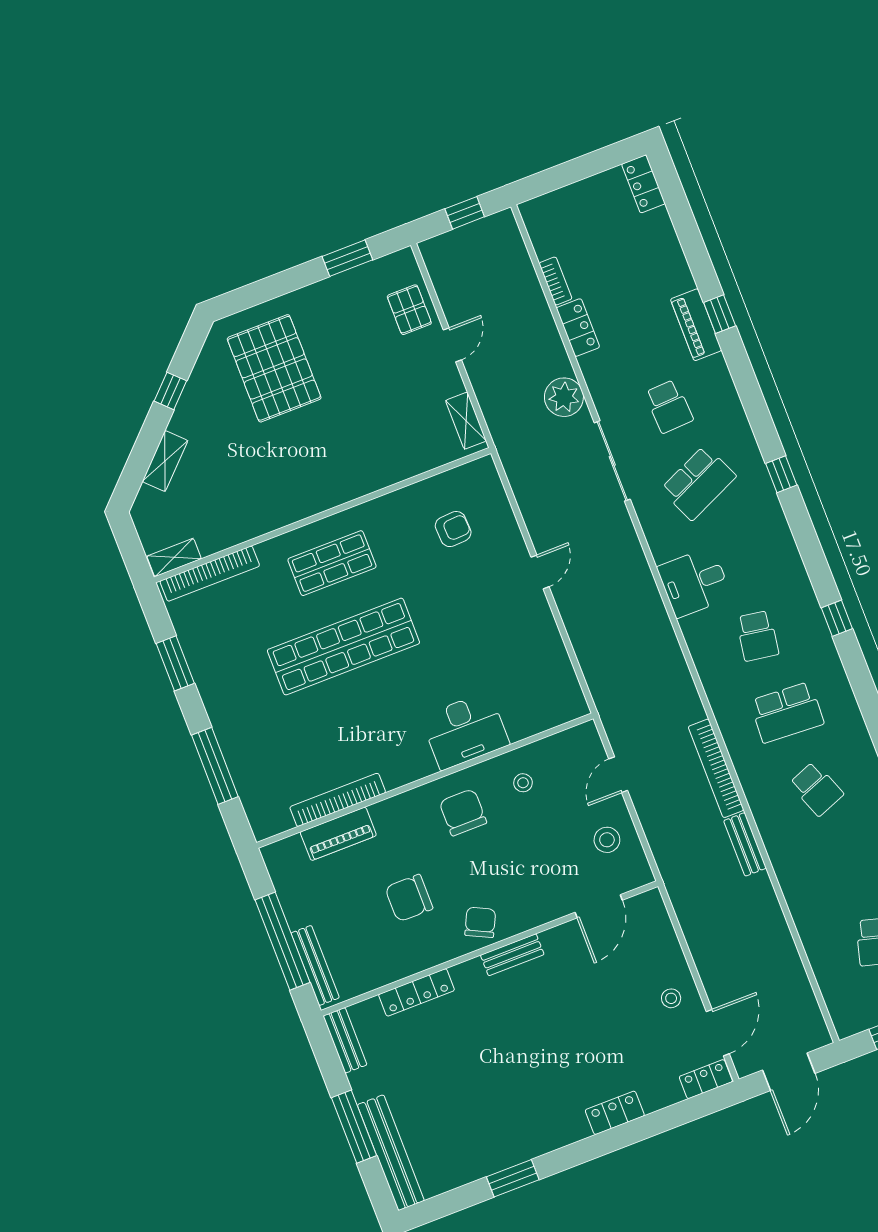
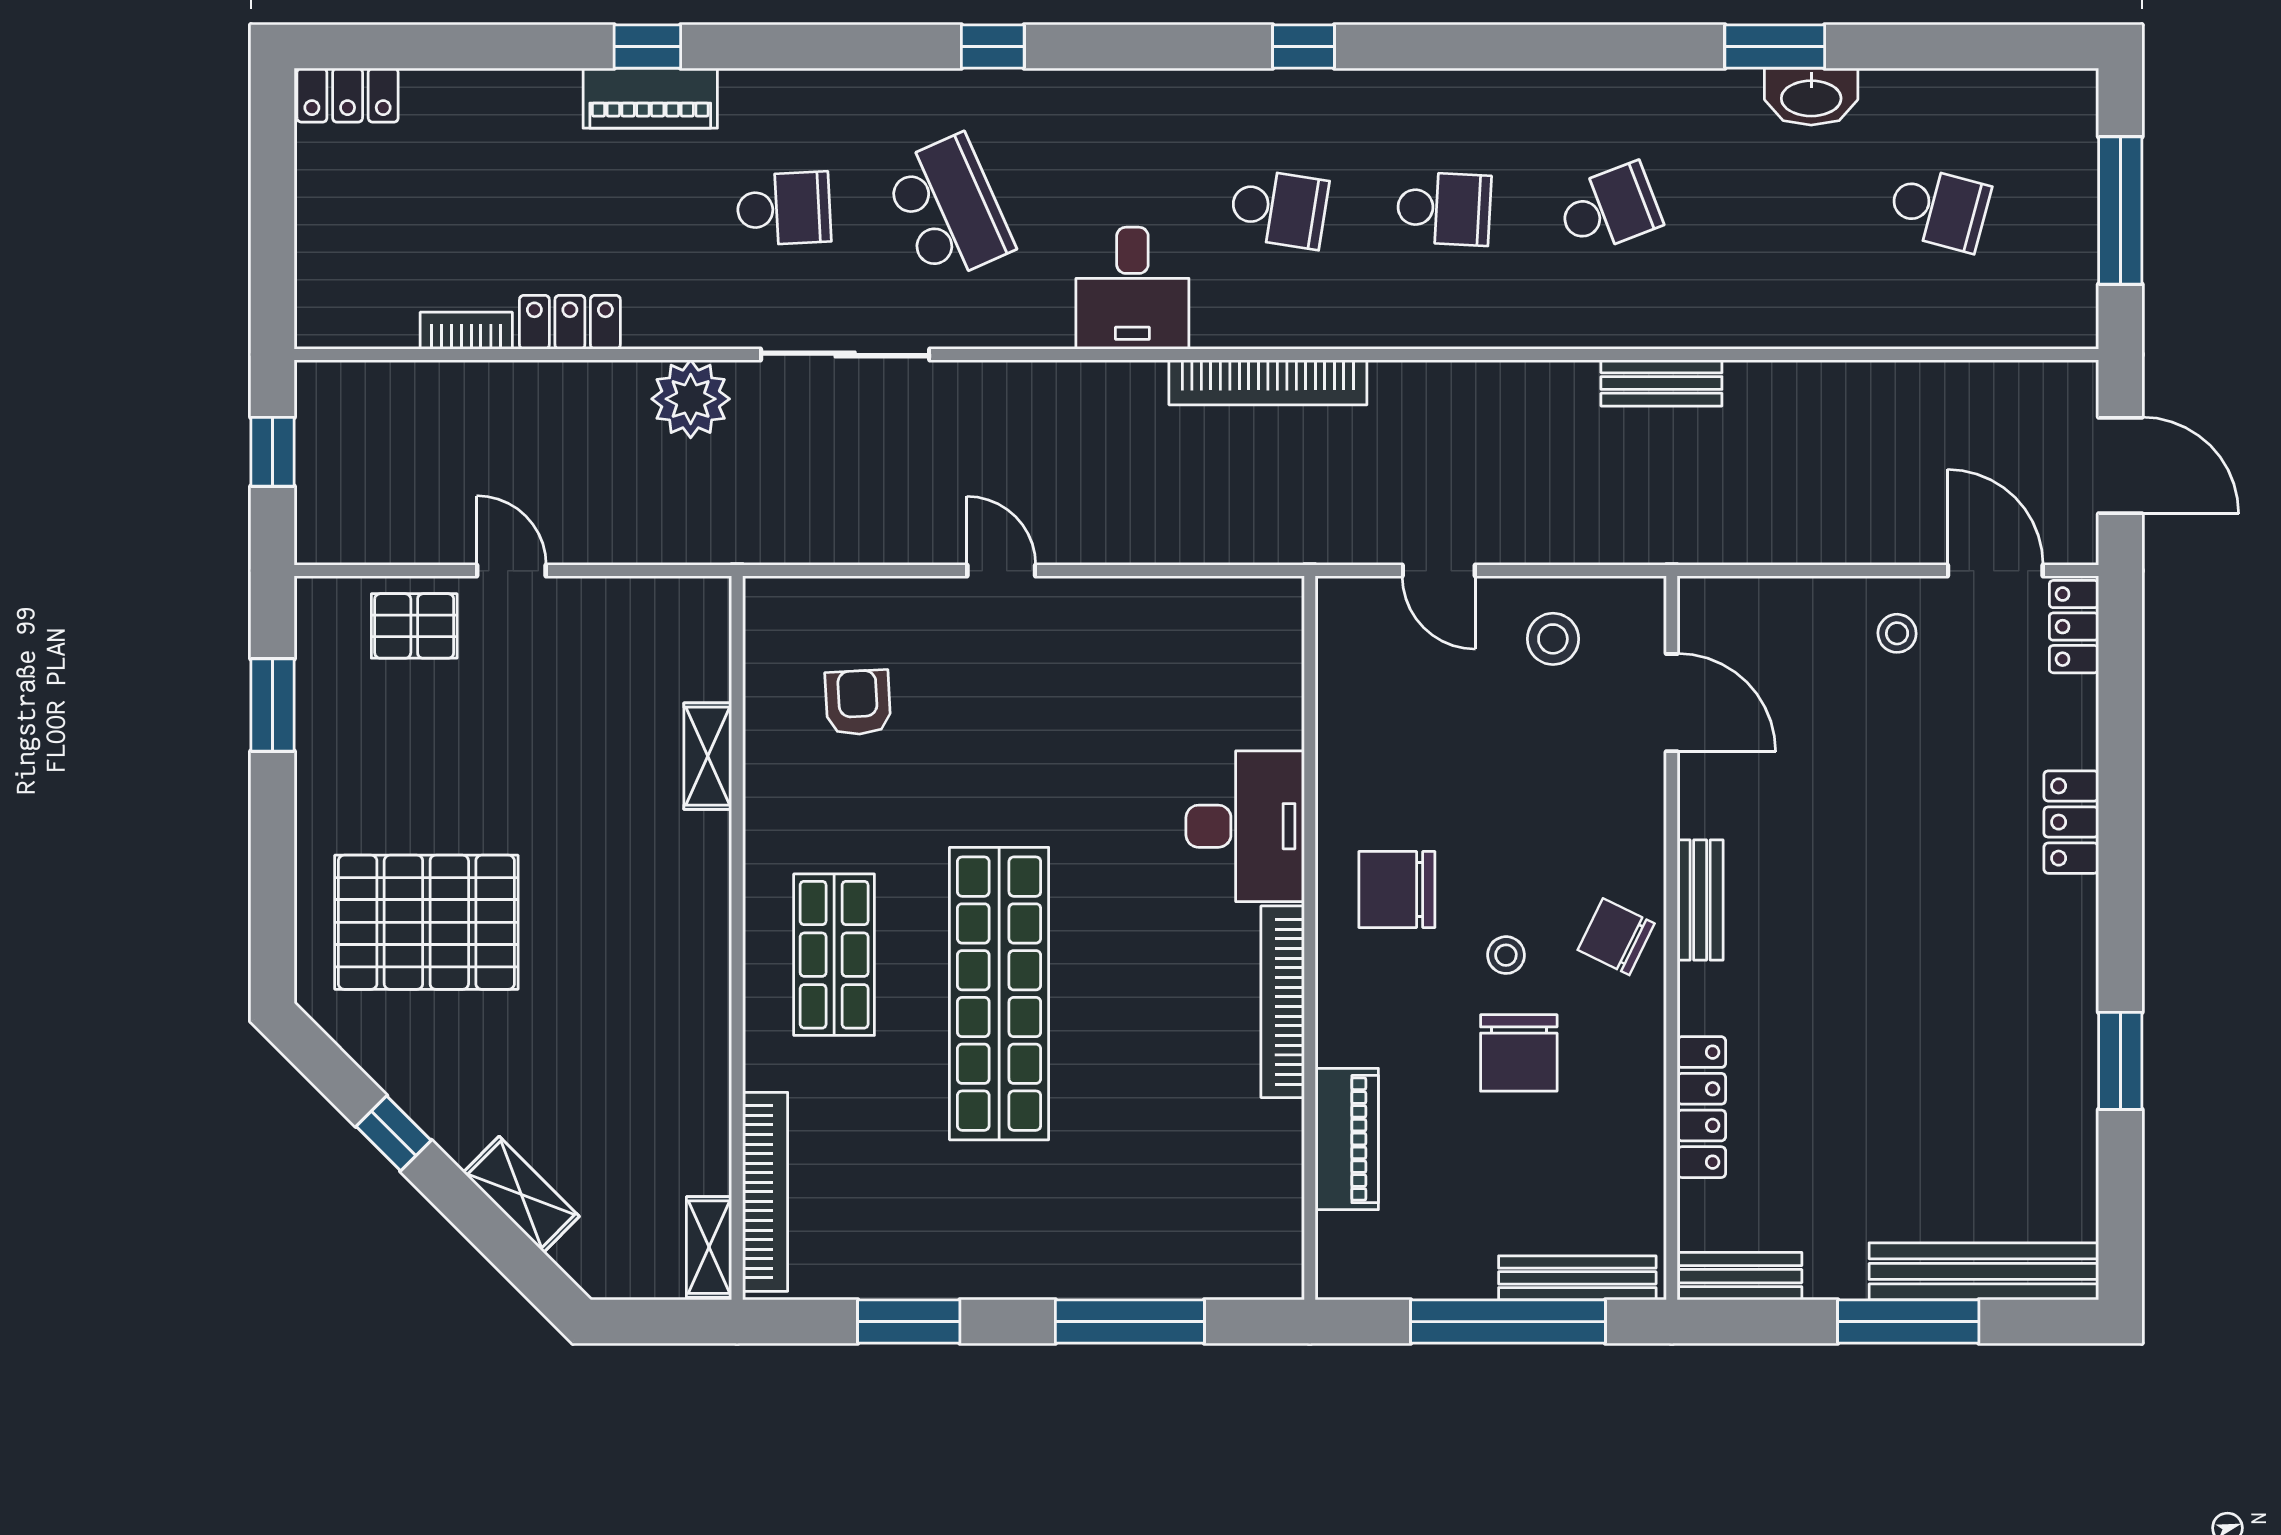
shelving: (466, 421) -> (708, 756), moved, turned 90
school desk: (787, 712) -> (1444, 209), width x0.54
bookcase: (716, 768) -> (1268, 382), moved
stool: (523, 783) -> (1506, 955), moved
bookcase: (338, 800) -> (1283, 1002), moved

